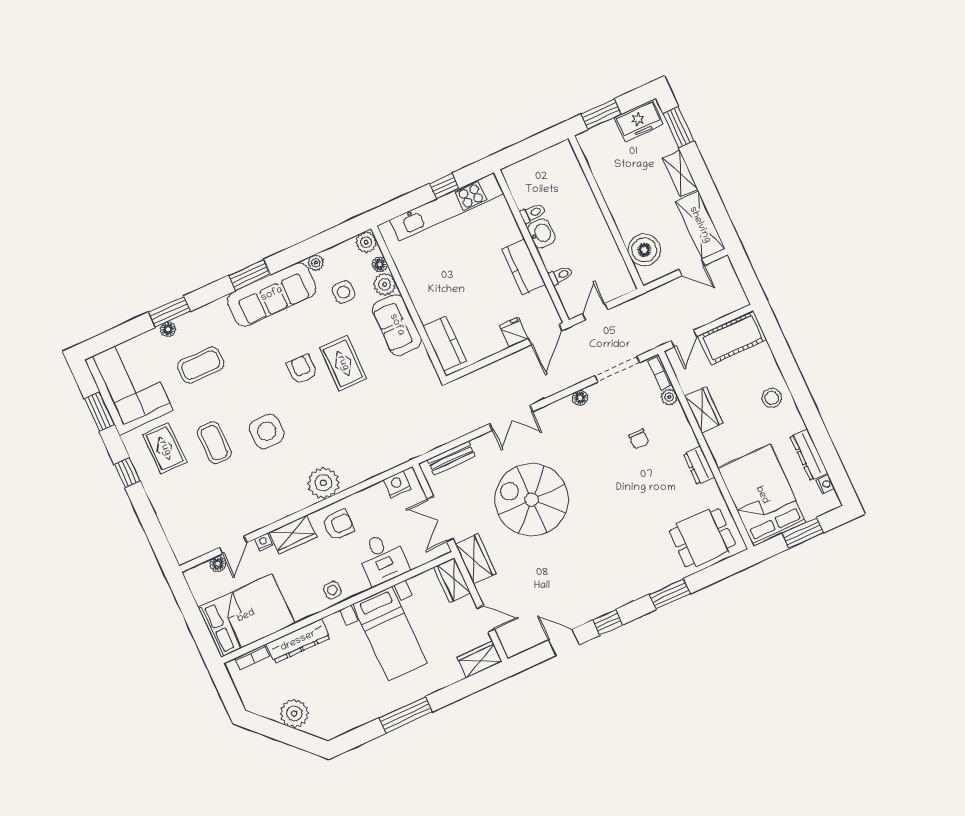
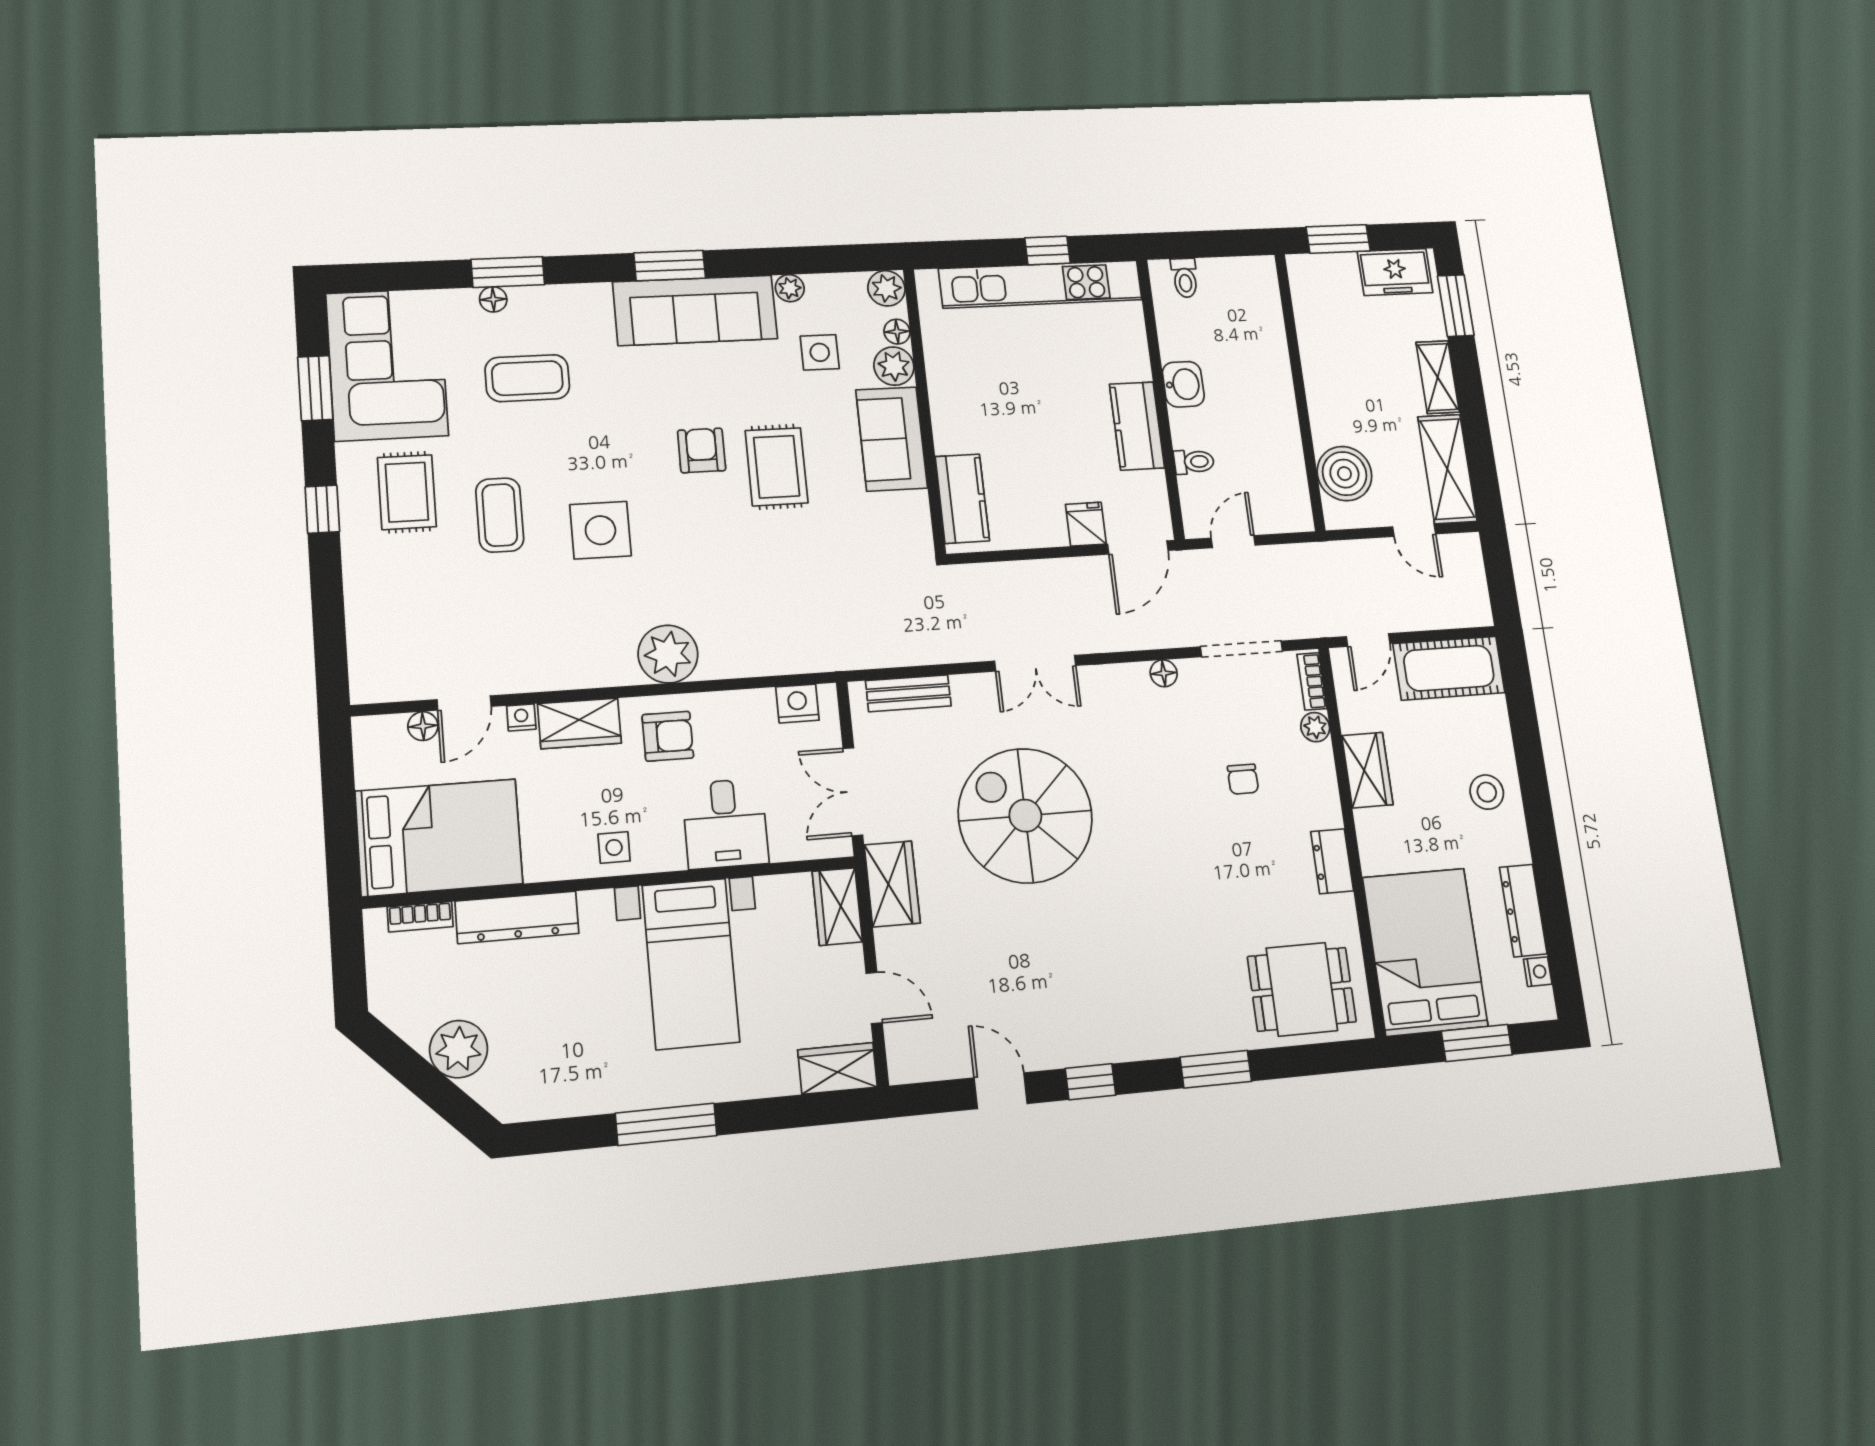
toilet: (533, 213) -> (1185, 278), moved, turned 90

